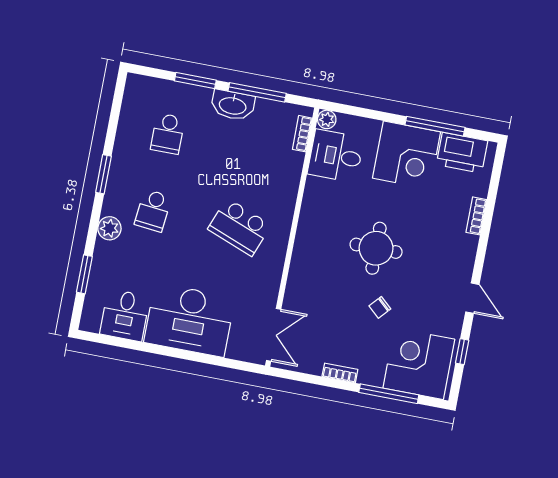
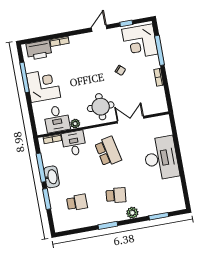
plant: (327, 119) -> (75, 124), moved
printer: (462, 153) -> (39, 50), moved, turned 90
school desk: (239, 227) -> (108, 151), turned -33
round table: (376, 248) -> (101, 107), moved
desk: (125, 315) -> (74, 143), moved, turned -90
double door: (274, 335) -> (130, 120), moved

